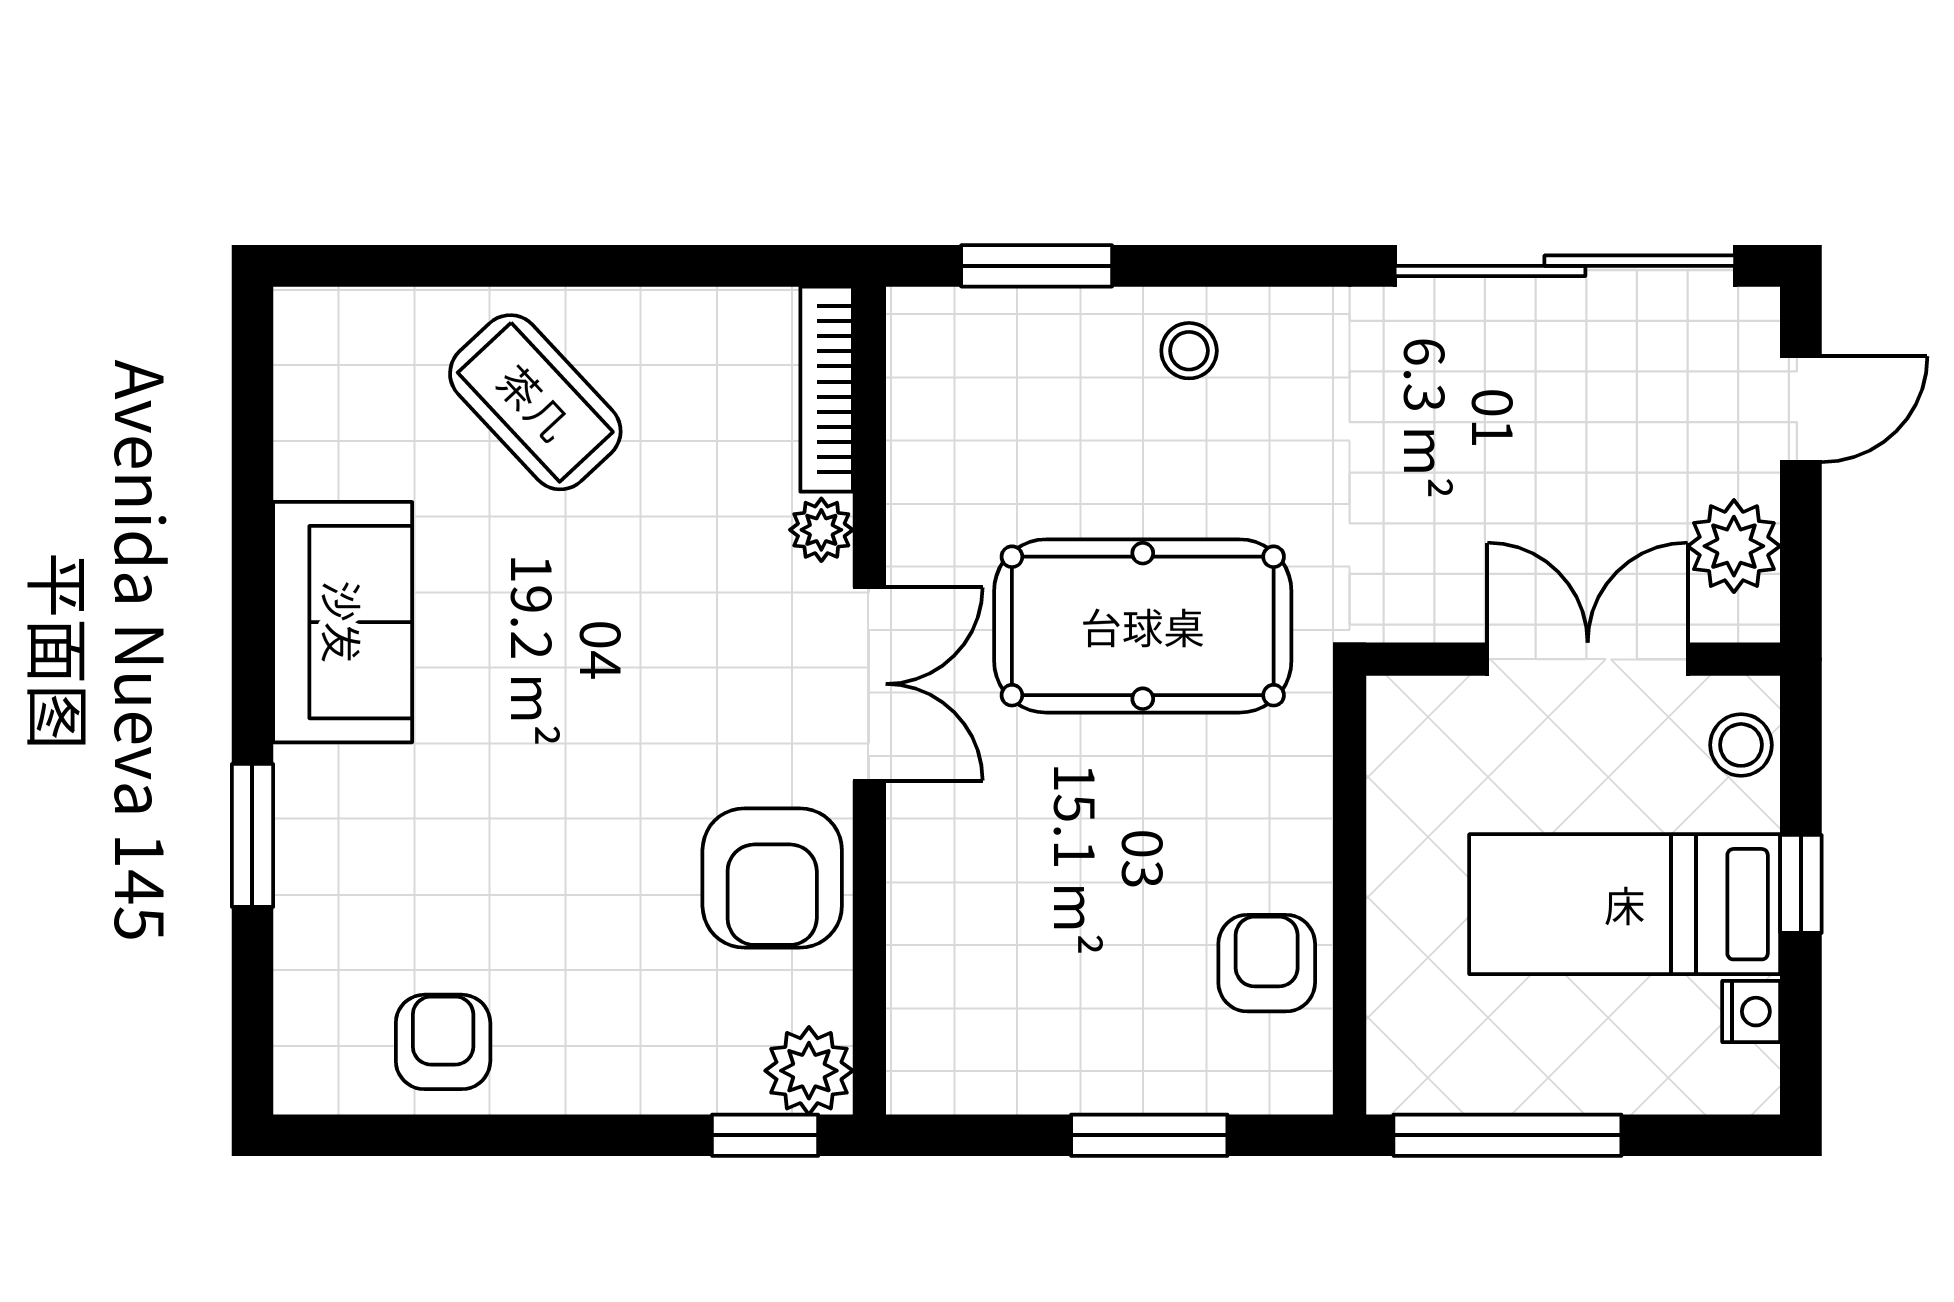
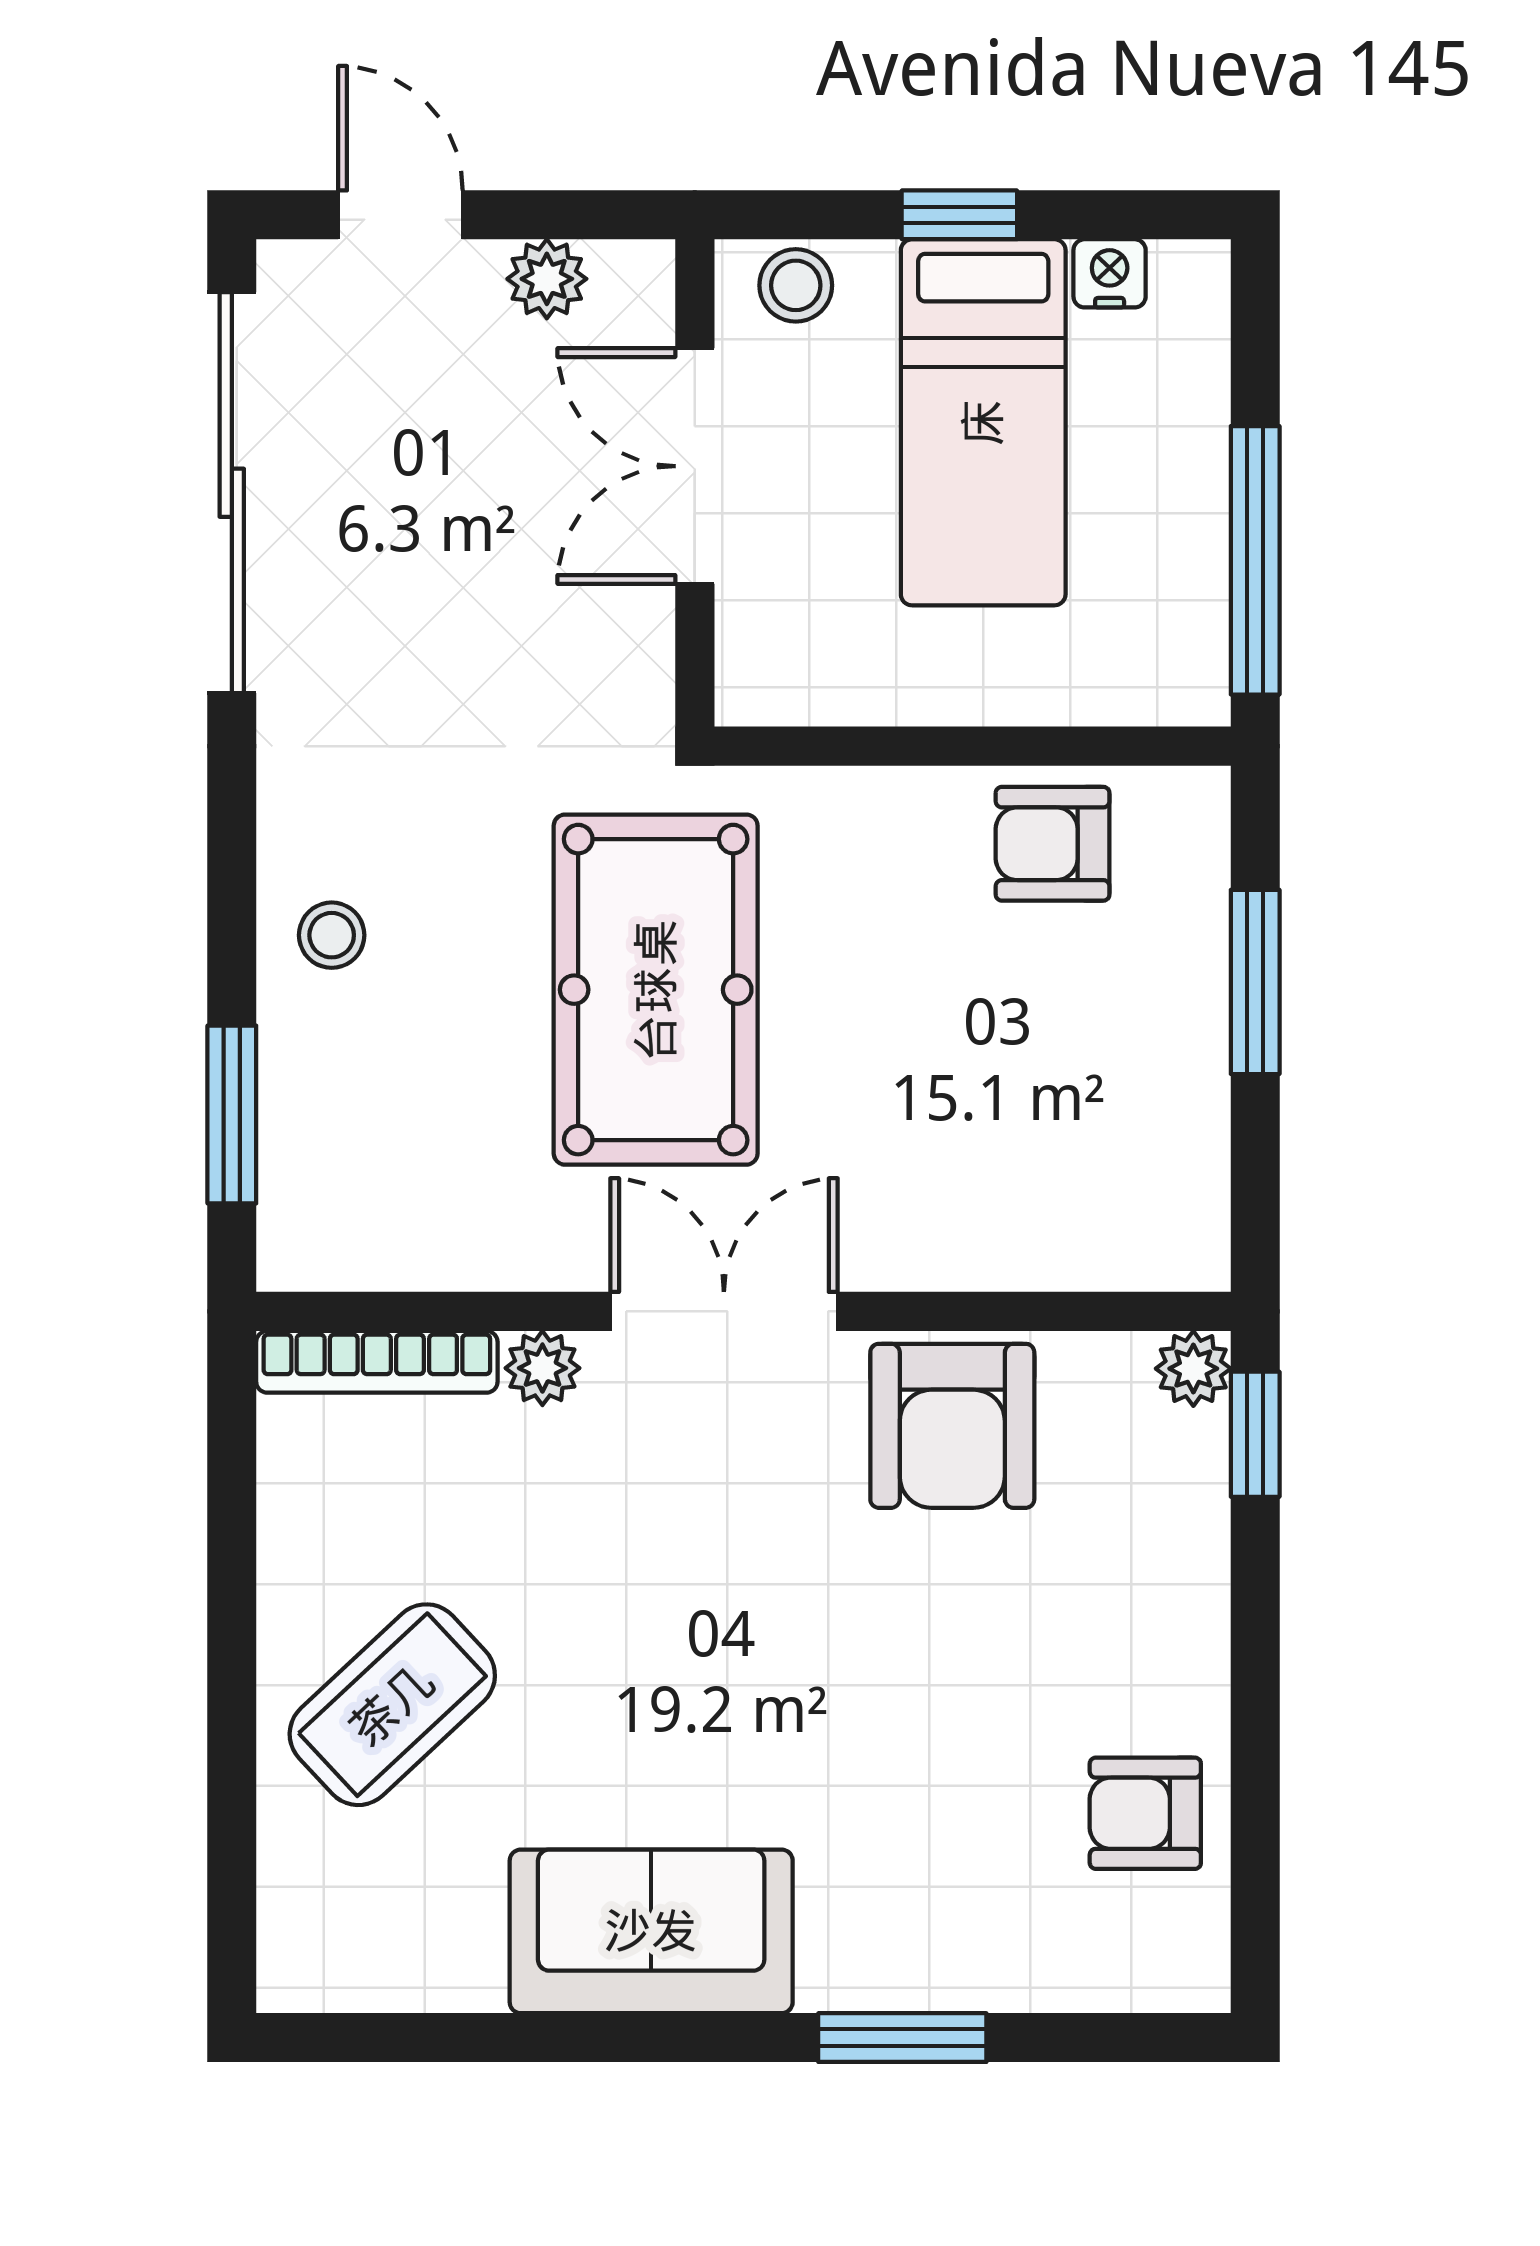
plant: (1734, 546) -> (547, 279), width x0.73, depth x0.73
armchair: (772, 878) -> (952, 1426), turned 90
plant: (809, 1071) -> (1193, 1369), width x0.73, depth x0.73

